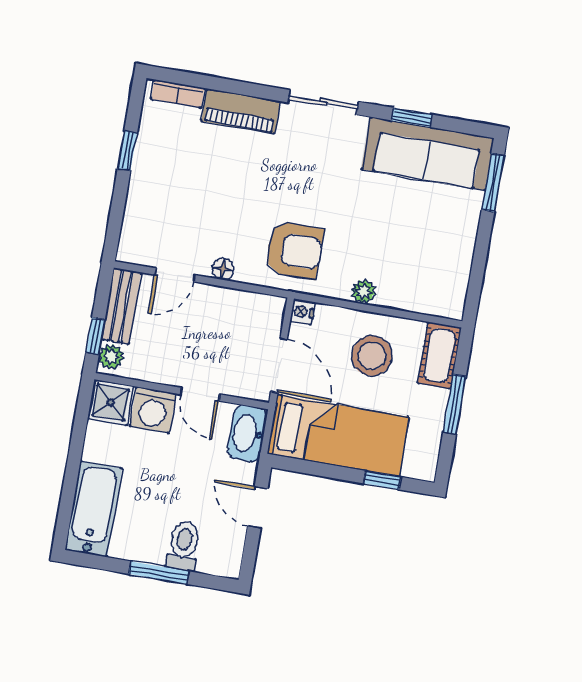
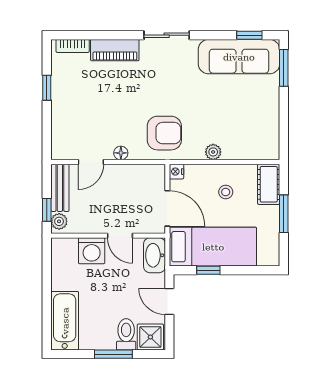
window: (412, 117) -> (249, 35), moved
stool: (372, 356) -> (226, 192), width x0.53, depth x0.53
shower: (111, 402) -> (150, 337), moved
window: (382, 480) -> (208, 270), moved

